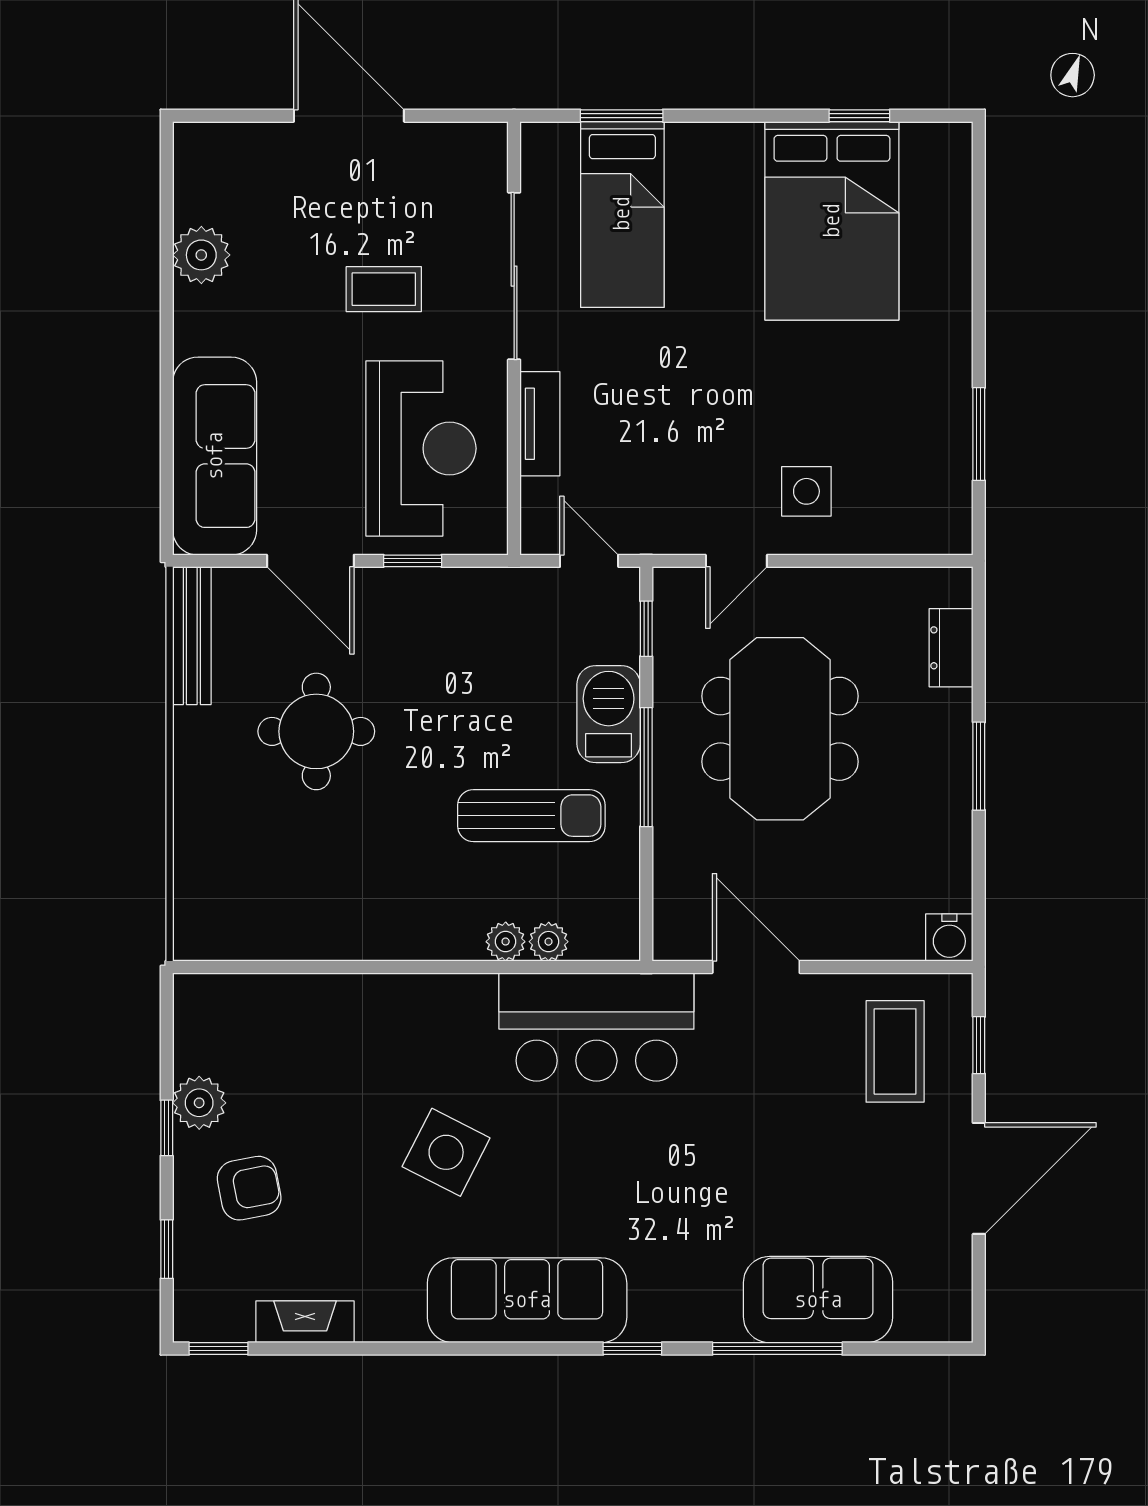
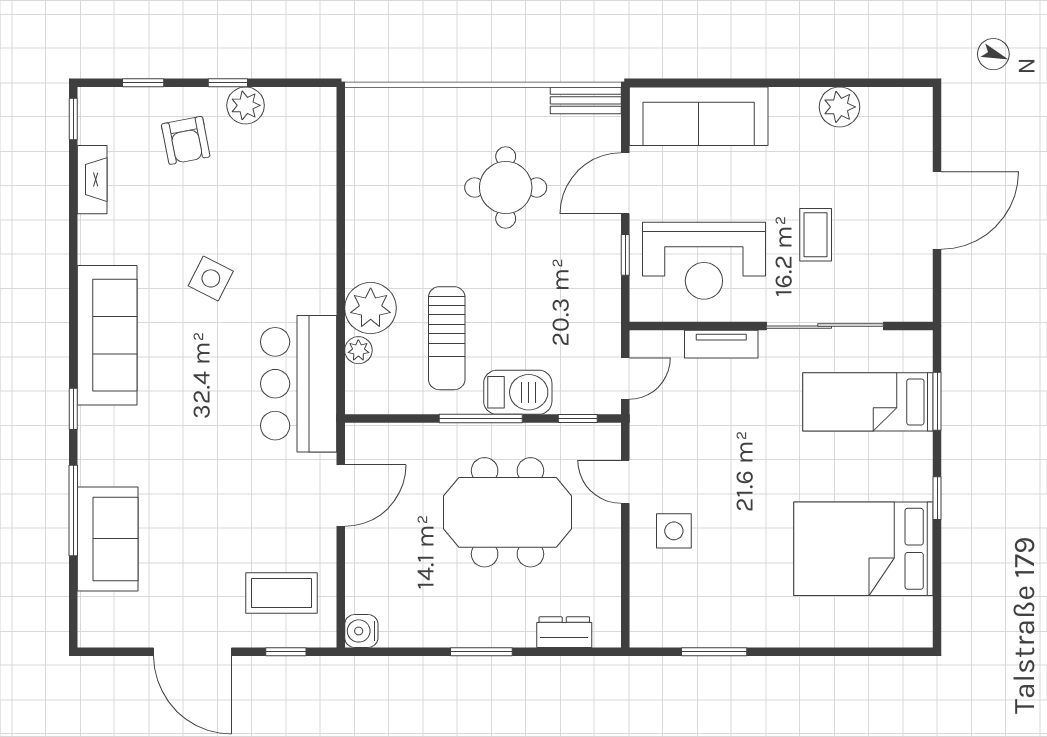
window: (859, 116) -> (937, 498), moved
bench: (192, 636) -> (586, 100), width x0.73
plant: (506, 942) -> (371, 308), width x1.88, depth x1.88
side table: (446, 1152) -> (211, 278), width x0.73, depth x0.73

